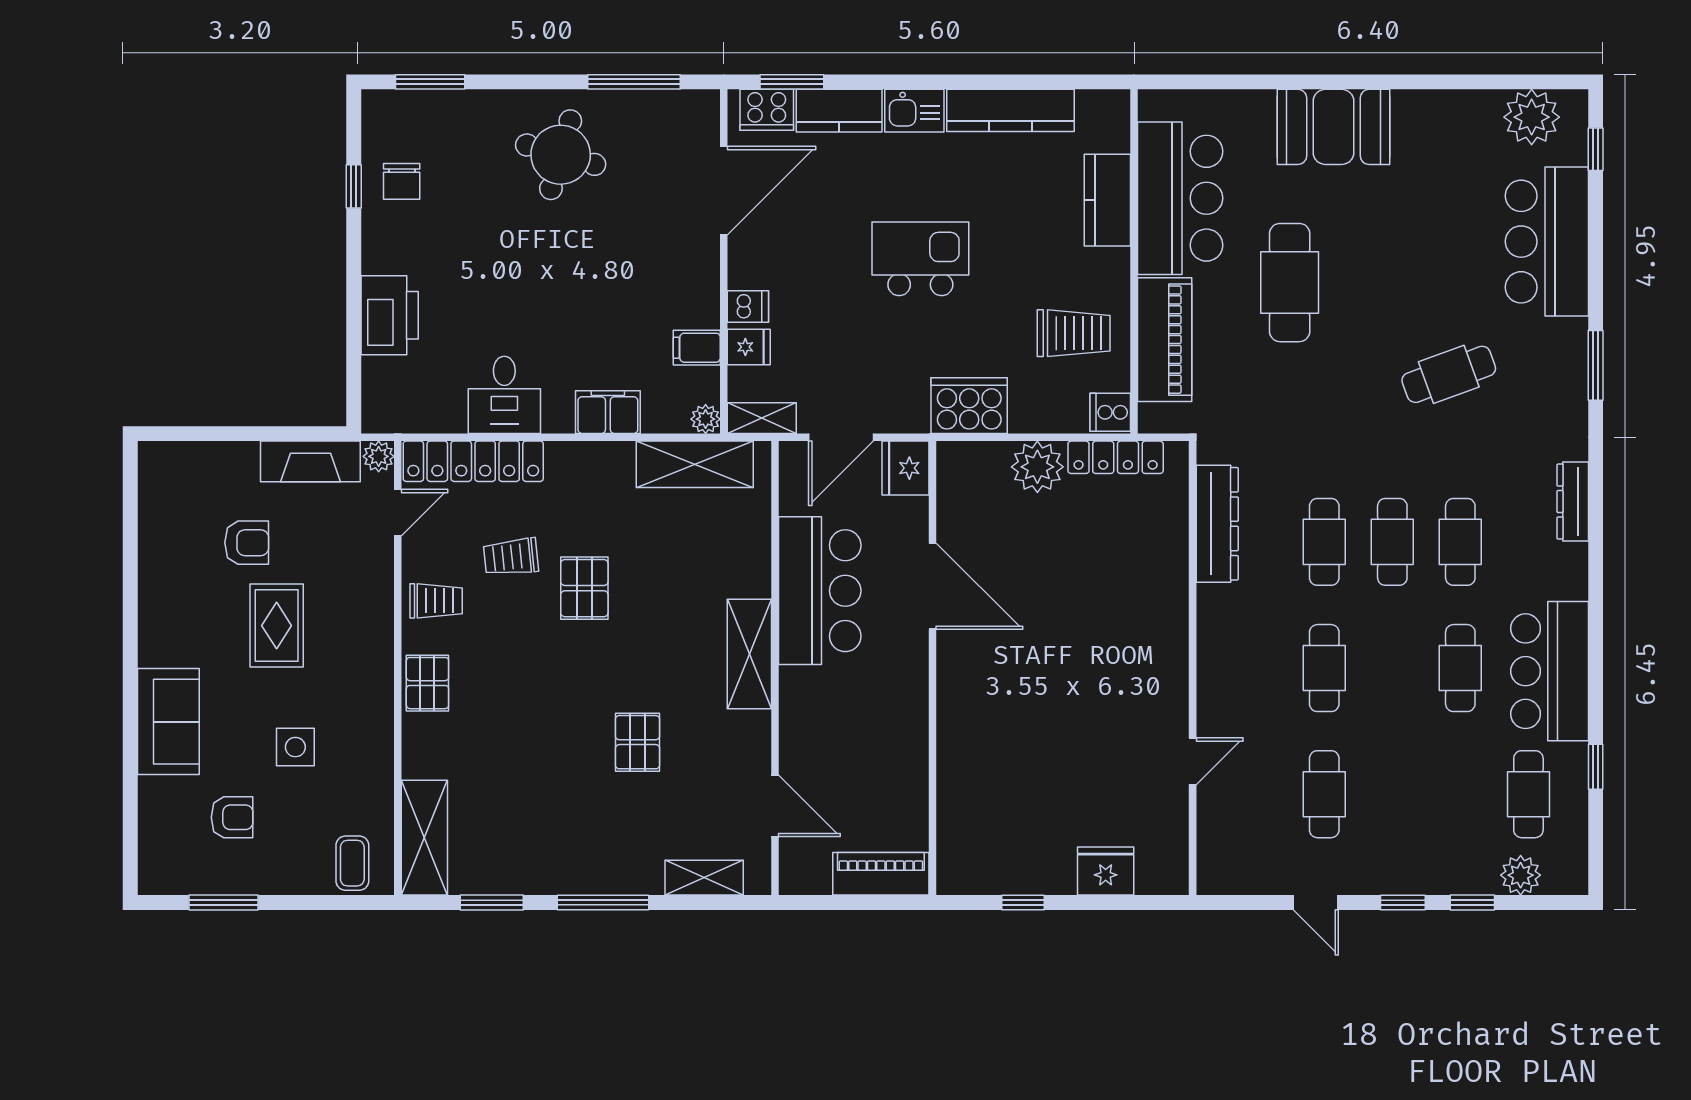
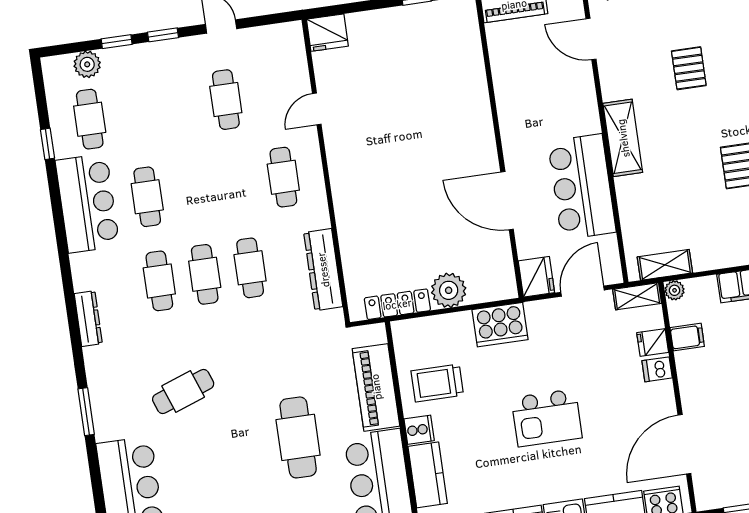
cooker: (1110, 412) -> (419, 430), moved
shelving: (695, 464) -> (665, 265), width x0.67, depth x0.75
cafe table: (1324, 668) -> (283, 177), moved
fridge: (1106, 871) -> (327, 33), moved

